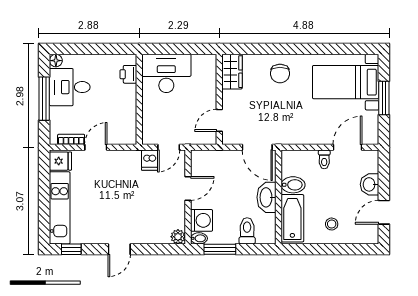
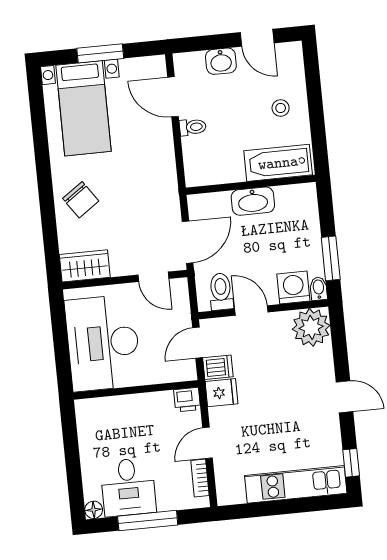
desk: (166, 73) -> (103, 343), width x1.36, depth x1.30
chair: (280, 73) -> (81, 200), turned 55
printer: (128, 74) -> (187, 400), moved
door: (96, 147) -> (208, 443), hinge flipped
door: (169, 147) -> (198, 343), swing flipped
door: (257, 147) -> (188, 242), moved
fridge: (60, 161) -> (221, 393), moved, turned 90
bidet: (293, 185) -> (232, 166), removed
toilet: (247, 231) -> (221, 292), moved, turned 90
plant: (178, 237) -> (311, 327), width x1.88, depth x1.88

